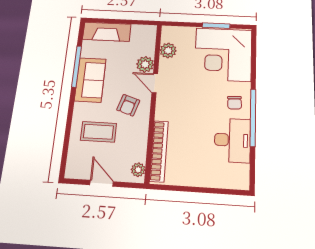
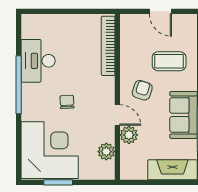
chair: (235, 103) -> (67, 102), moved
plant: (138, 170) -> (127, 26), removed

